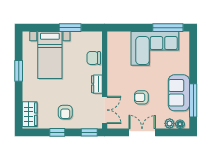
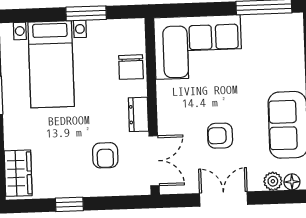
corner sofa: (155, 48) -> (198, 47), moved
chair: (94, 58) -> (131, 67), turned -90
armchair: (65, 112) -> (105, 155), moved
window: (89, 132) -> (127, 202), removed

